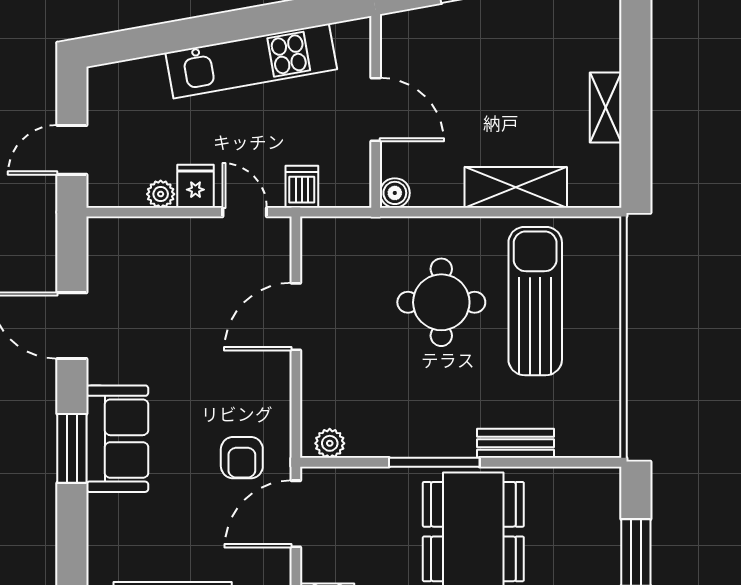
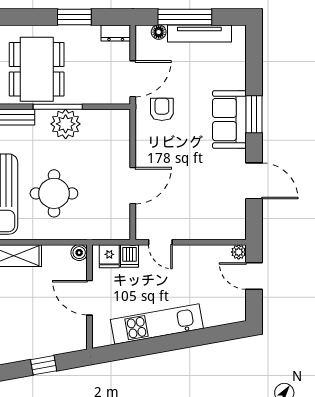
door: (72, 150) -> (254, 276), swing flipped
fridge: (195, 186) -> (109, 256), moved
plant: (161, 194) -> (239, 252), moved
plant: (330, 443) -> (66, 124), moved, width x1.88, depth x1.88

